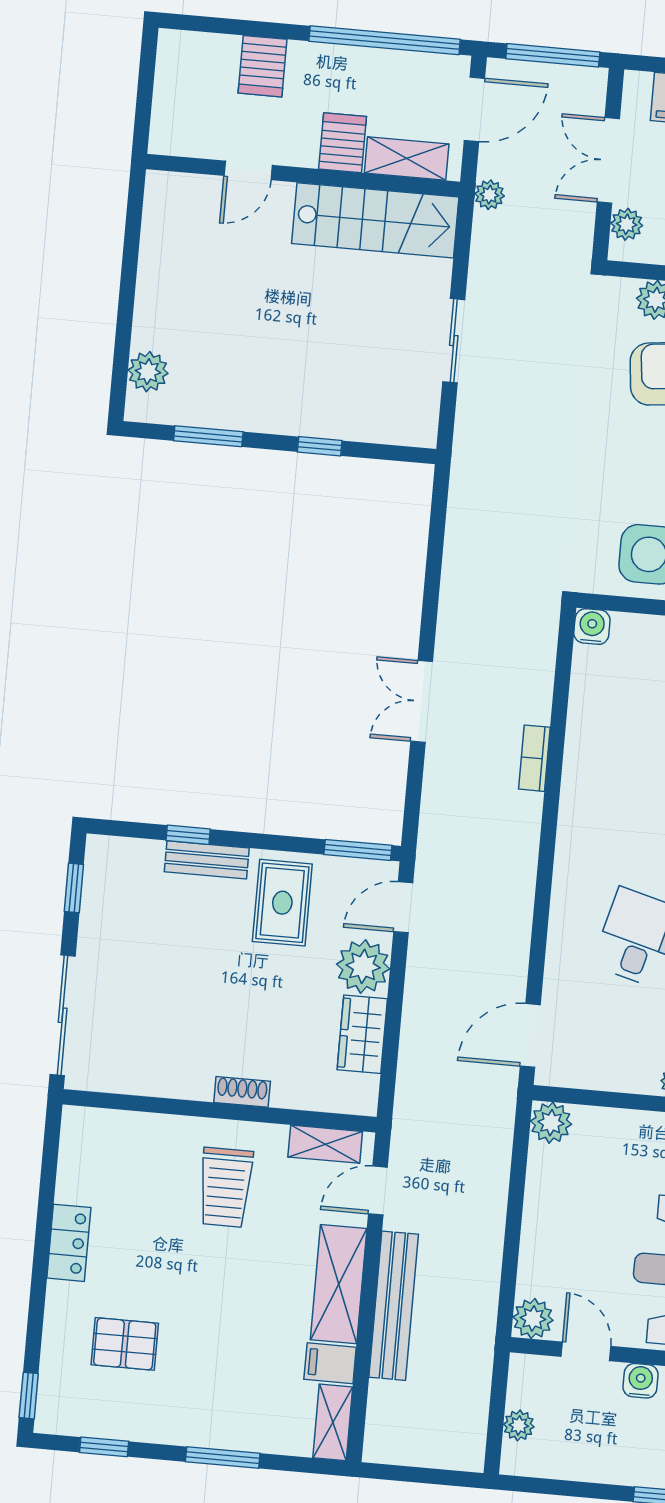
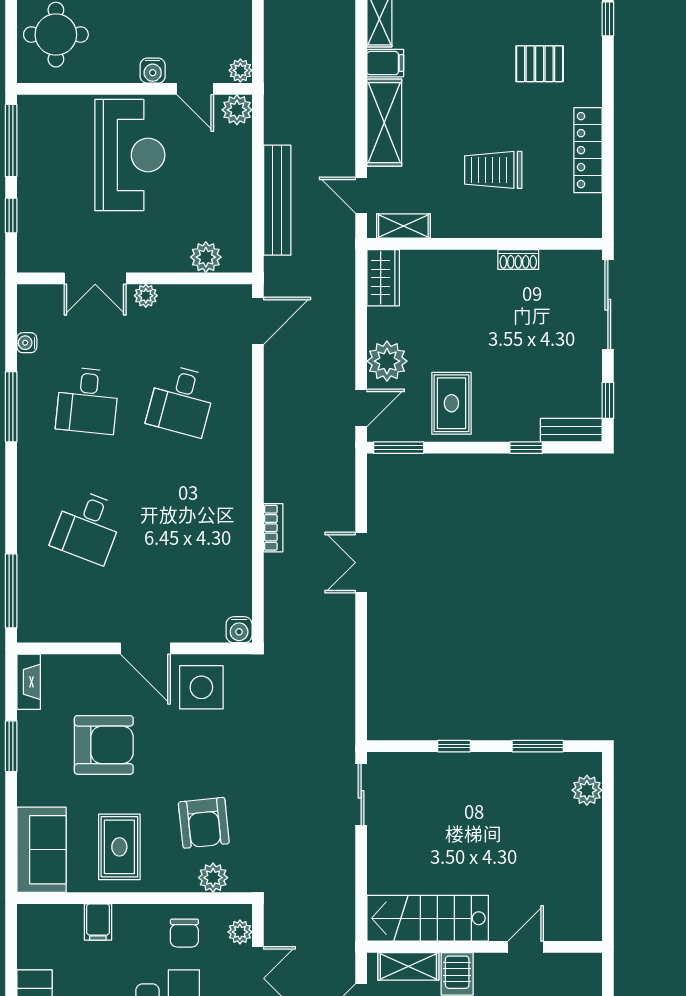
plant: (489, 195) -> (344, 945), removed
sliding door: (454, 341) -> (361, 794), moved
double door: (422, 701) -> (361, 563), swing flipped
bench: (207, 860) -> (571, 430), moved
wardrobe: (362, 1034) -> (383, 278), moved
shoe rack: (242, 1092) -> (518, 260), moved
plant: (551, 1123) -> (206, 257), moved
trolley: (225, 1187) -> (493, 170), moved, turned -90
door: (378, 1191) -> (361, 195), swing flipped
locker: (69, 1243) -> (588, 150), width x1.53
bench: (394, 1306) -> (277, 200), moved
plant: (519, 1425) -> (240, 70), moved

